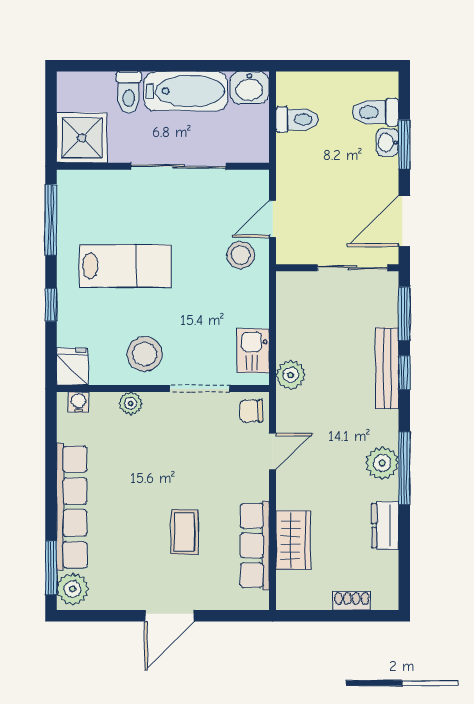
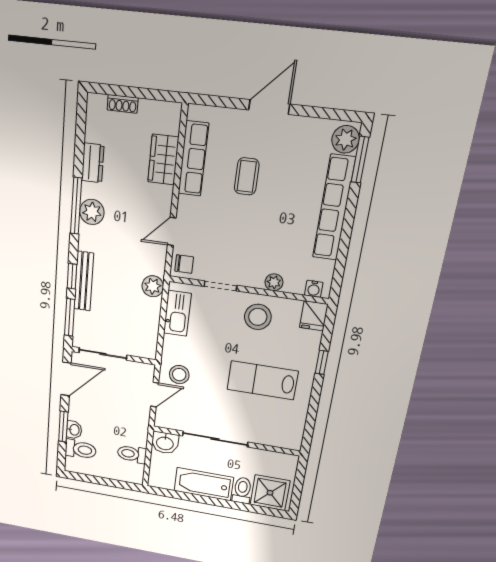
washbasin: (249, 88) -> (165, 443), moved, turned 180
shower: (82, 138) -> (270, 493), moved
window: (51, 220) -> (311, 420), removed
kitchen sink: (253, 351) -> (177, 313), width x1.38
doorway: (200, 389) -> (220, 286), width x0.73

